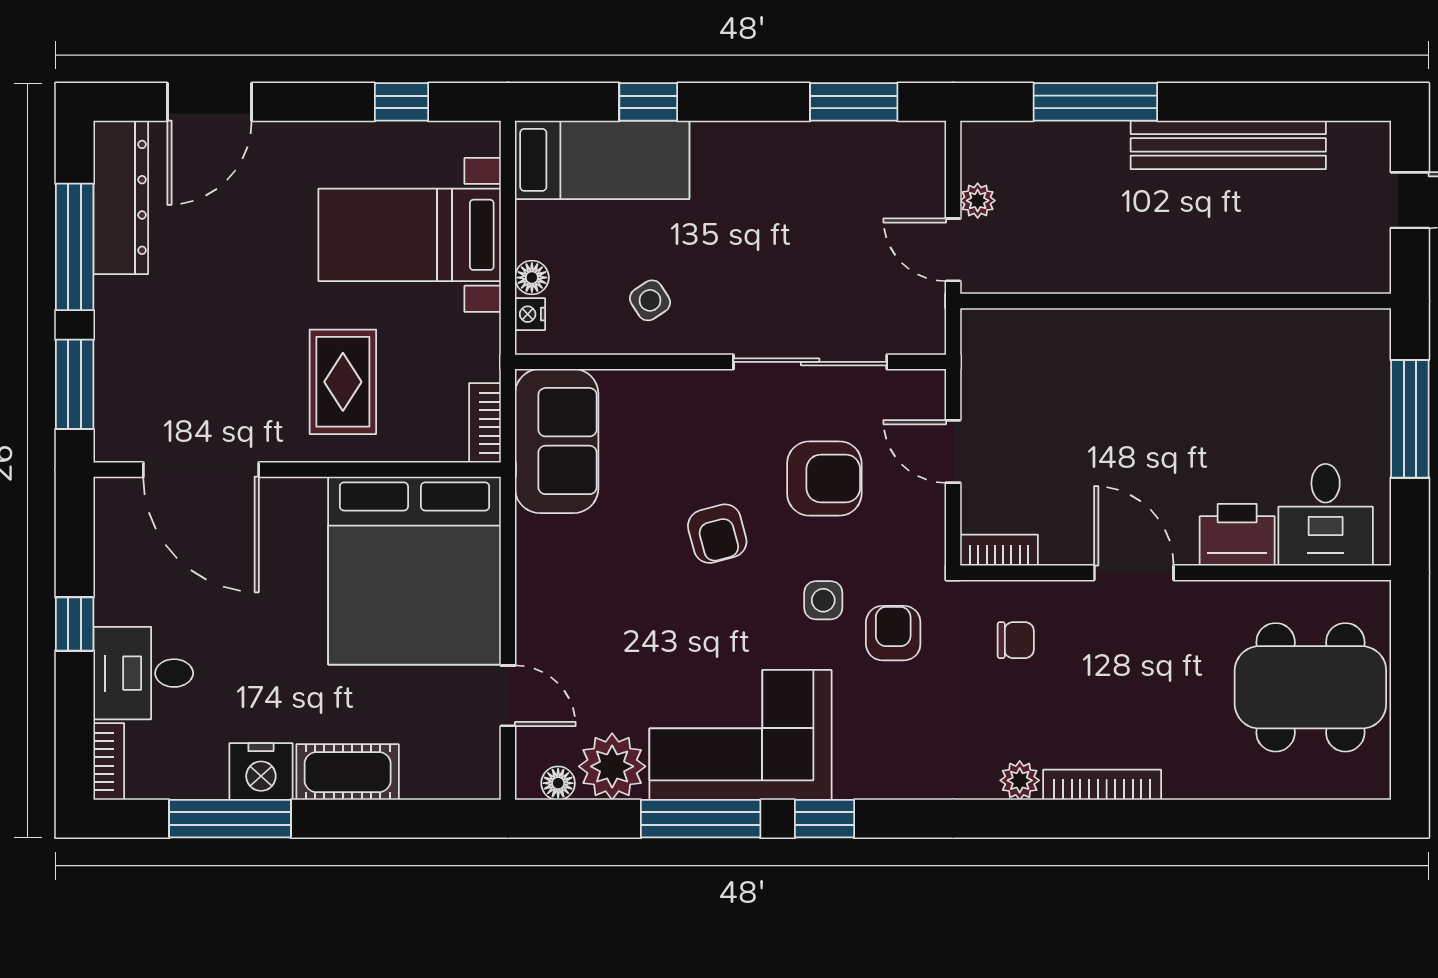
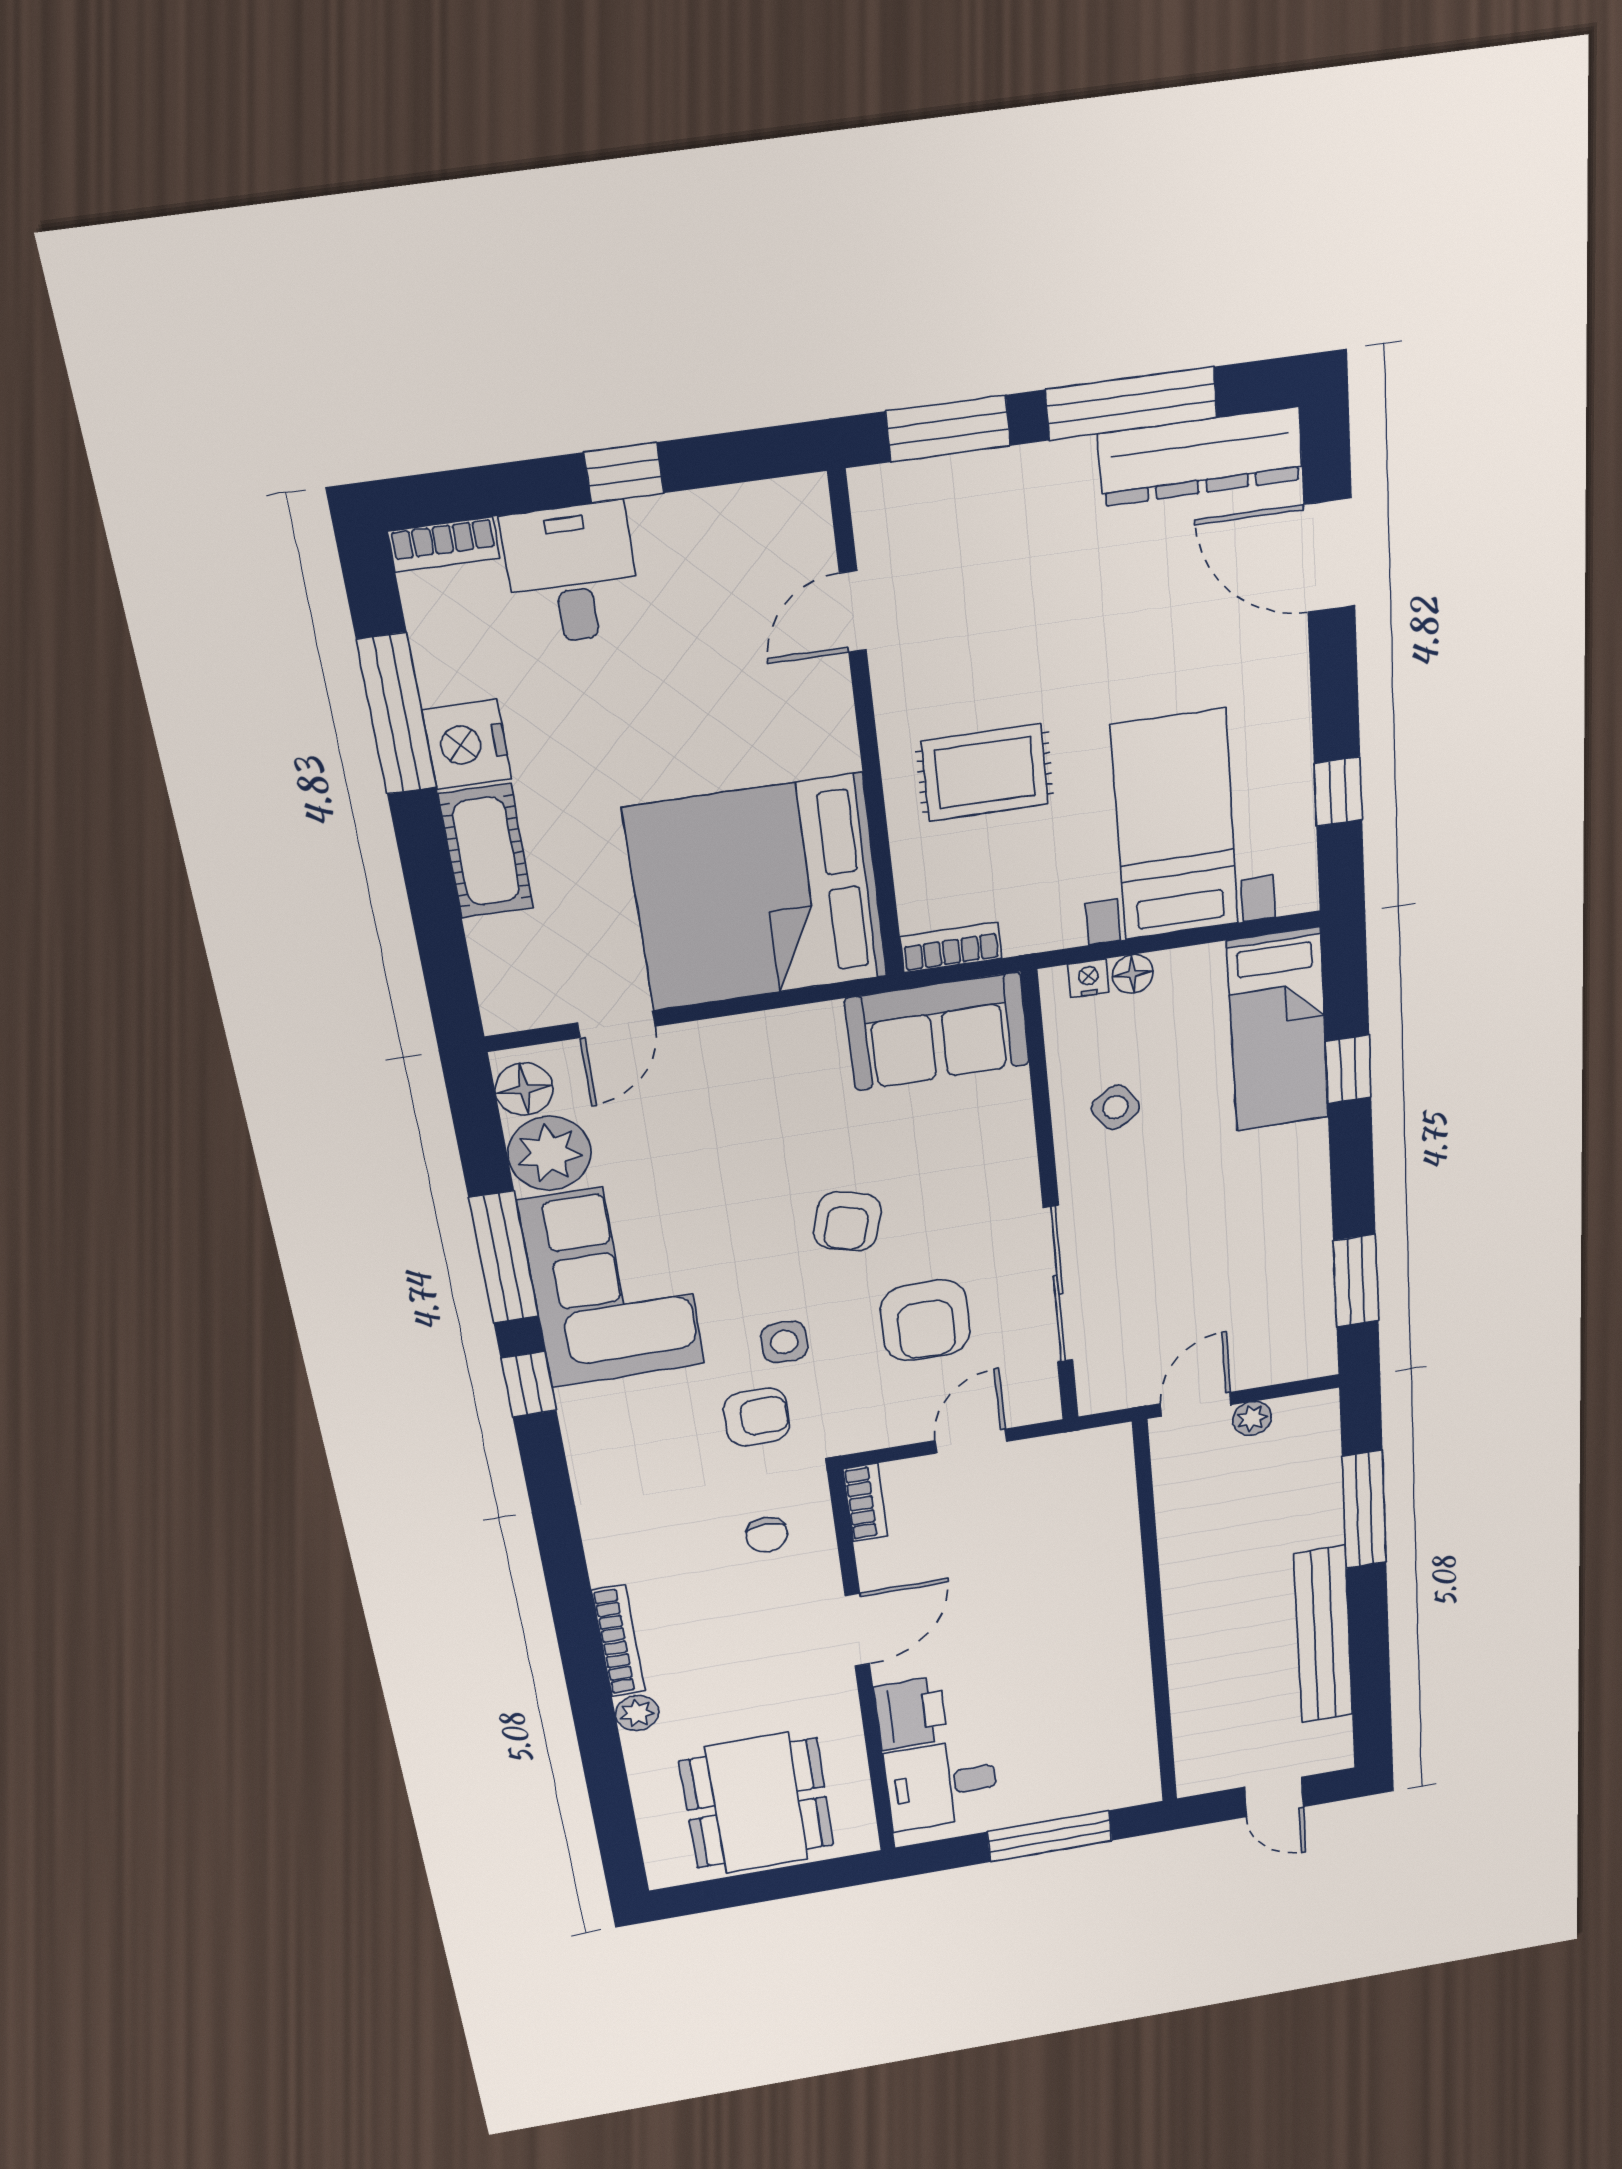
door: (201, 470) -> (853, 612), width x0.53
armchair: (717, 534) -> (847, 1221), turned -60
plant: (1020, 780) -> (637, 1713), moved
floor lamp: (558, 783) -> (524, 1089), width x1.37, depth x1.37

